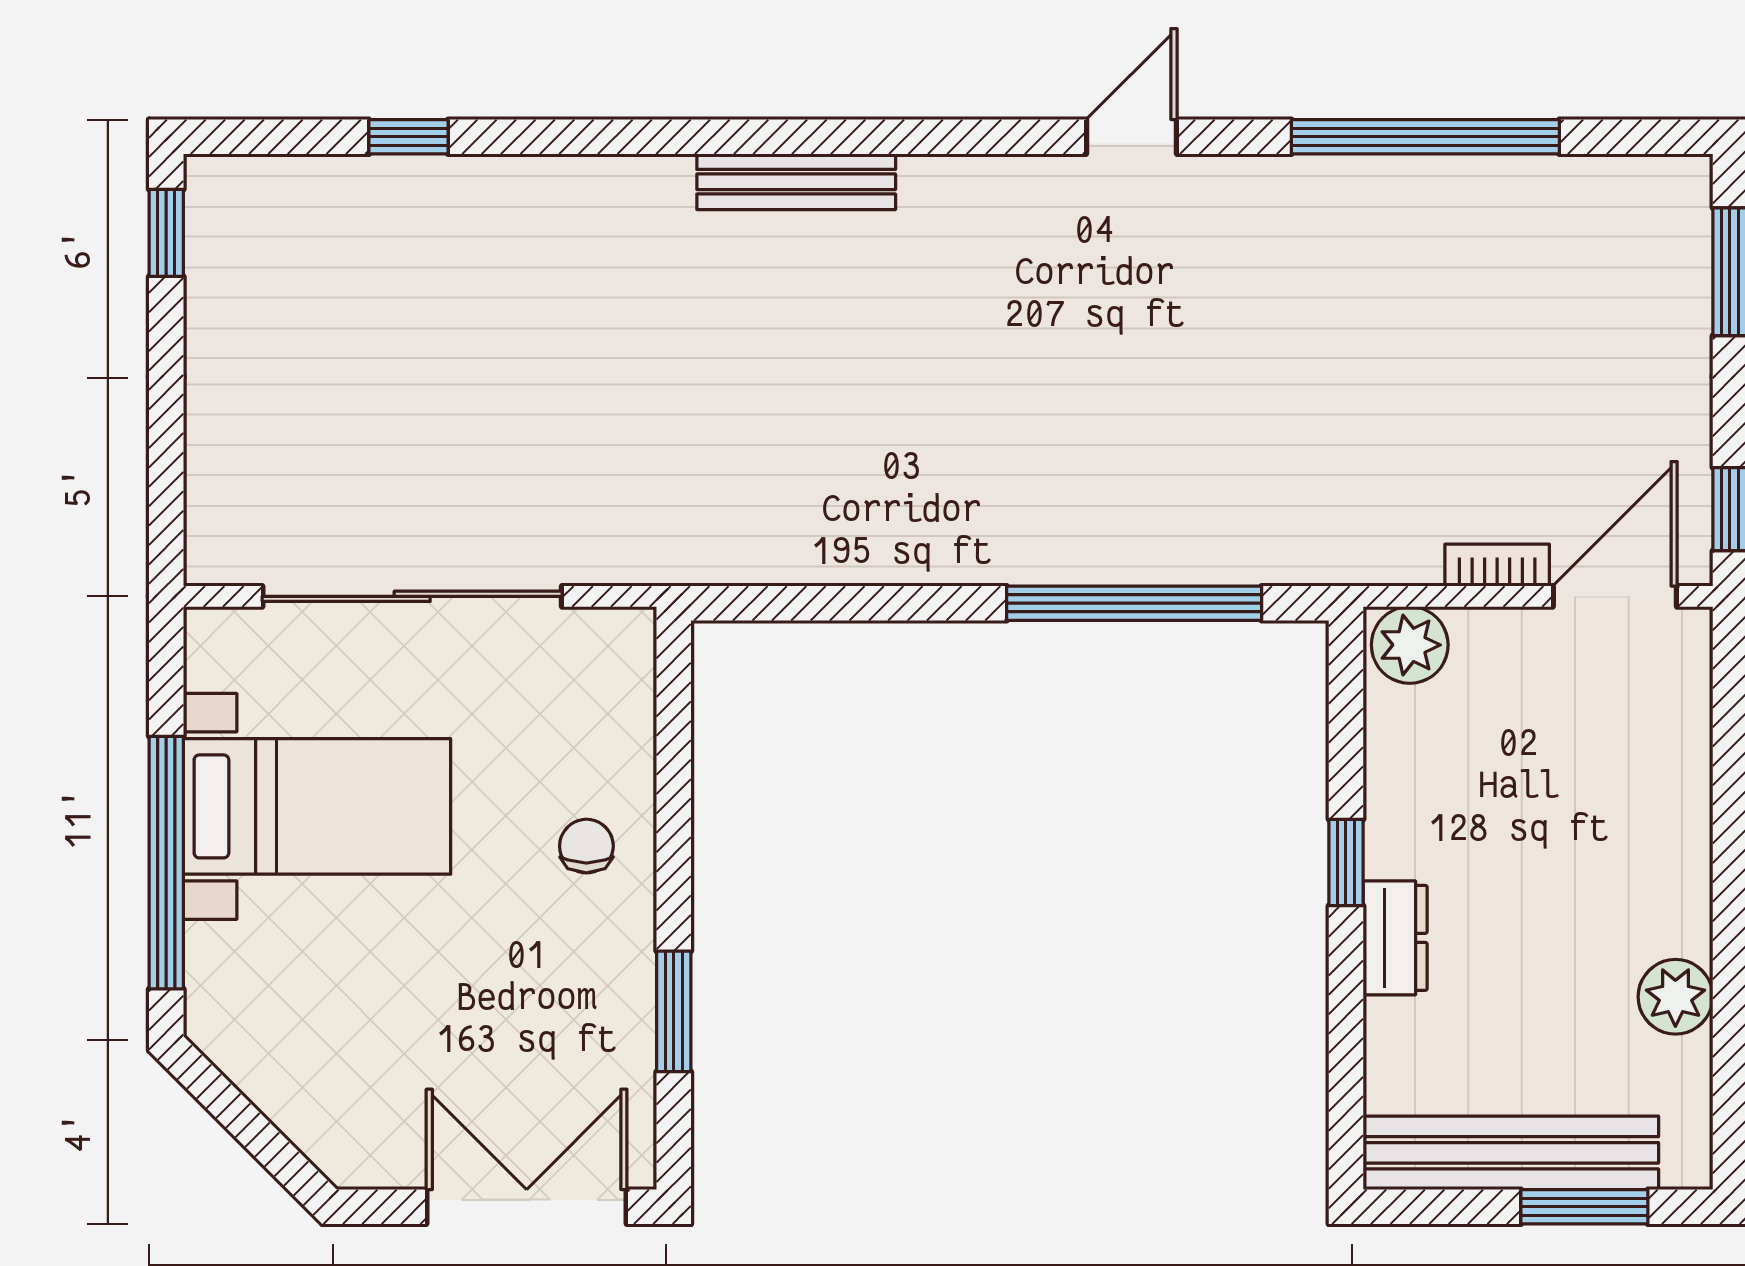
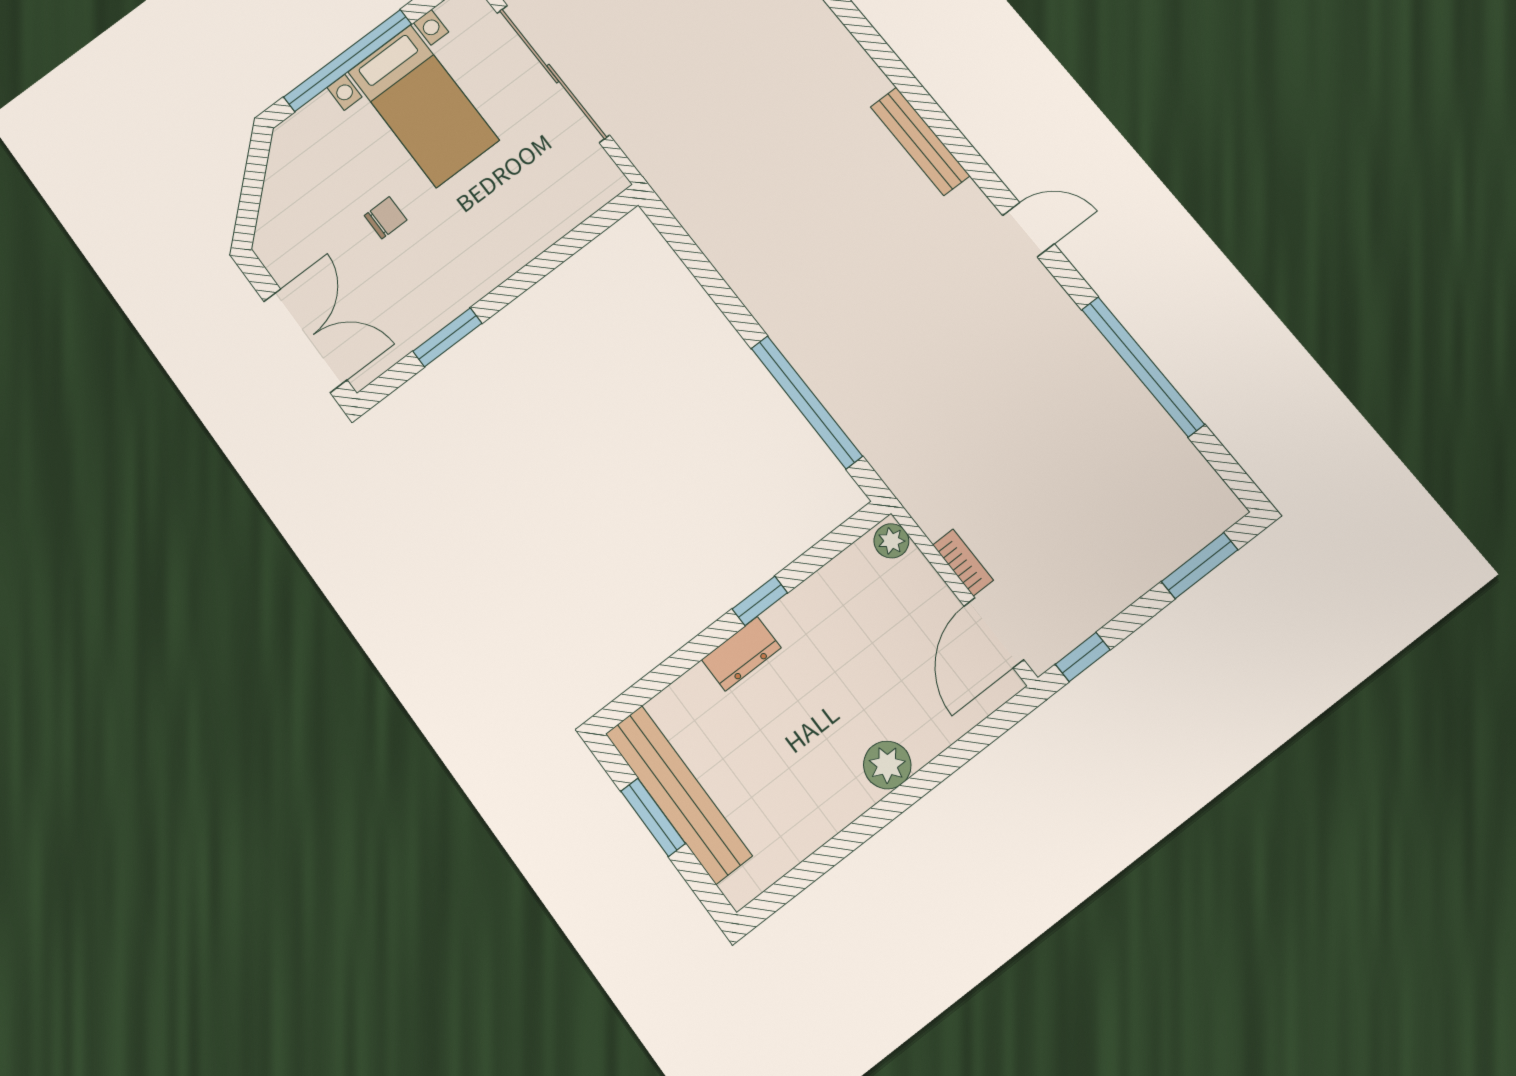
bench: (796, 182) -> (920, 141), moved
door: (1615, 596) -> (994, 633), swing flipped
plant: (1410, 645) -> (891, 541), width x0.73, depth x0.73
chair: (586, 846) -> (386, 218), moved
plant: (1675, 997) -> (887, 765), moved
window: (1584, 1207) -> (653, 817), moved

